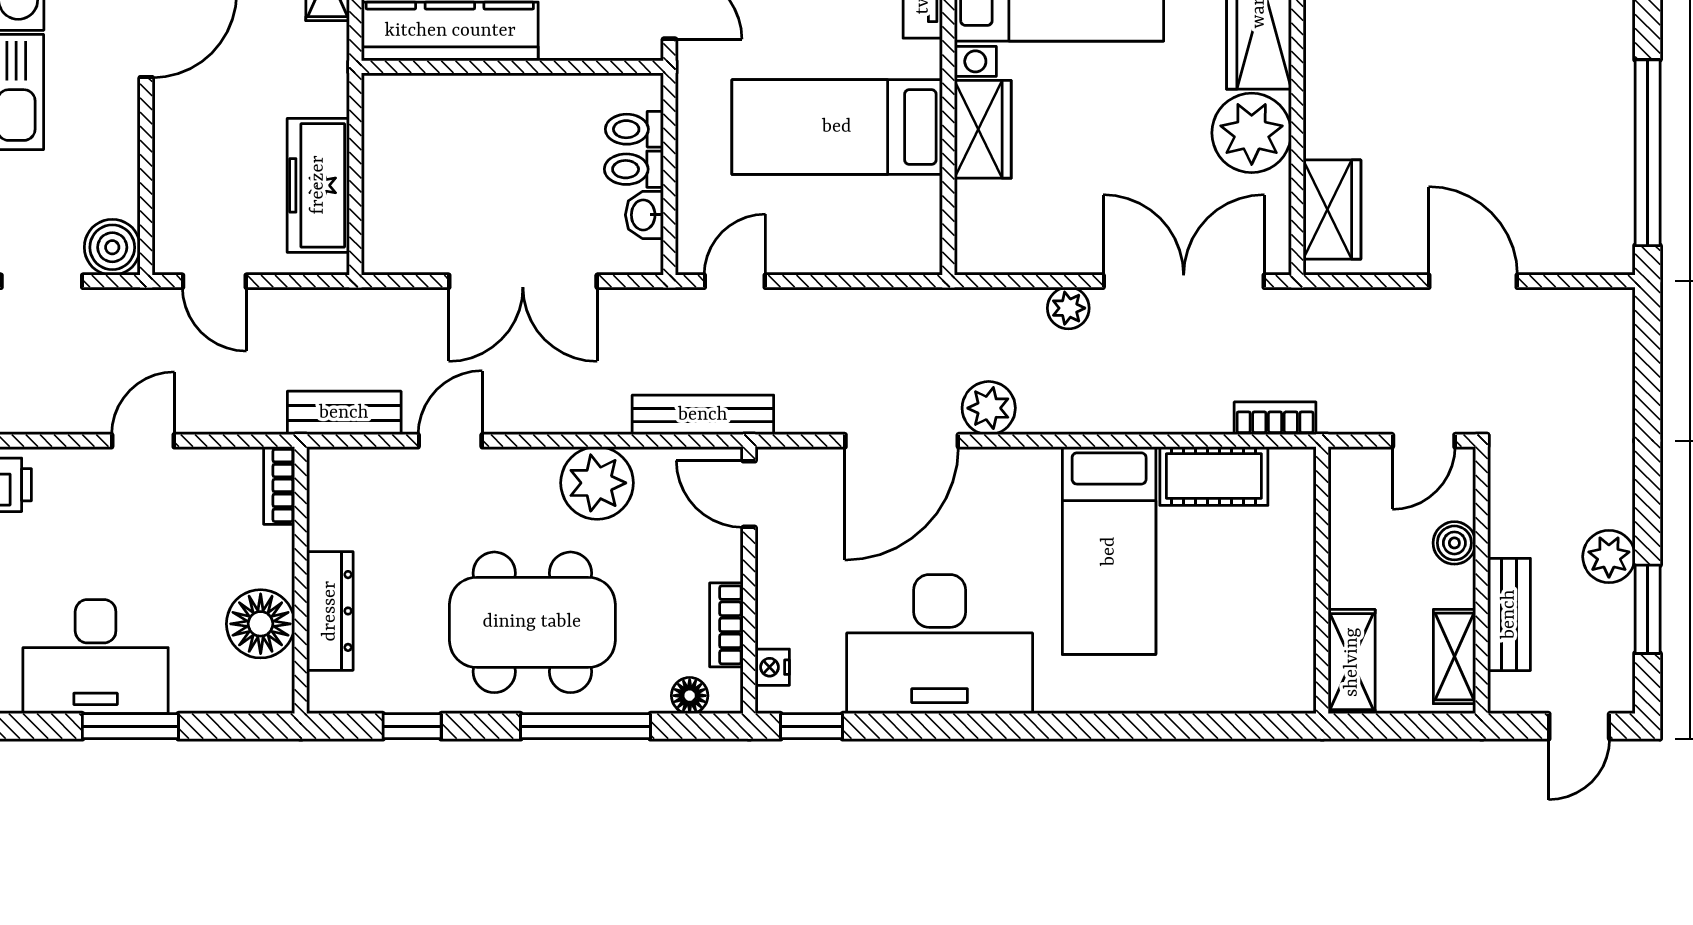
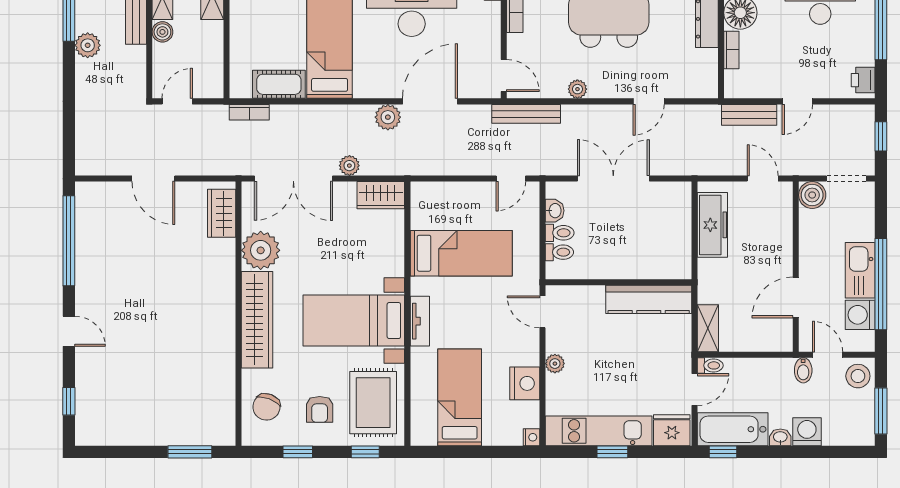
wardrobe: (983, 129) -> (381, 195), moved, turned -90
bench: (344, 413) -> (749, 115), moved
plant: (597, 483) -> (577, 89), width x0.53, depth x0.53
bookcase: (279, 485) -> (731, 50), moved
boiler: (1454, 543) -> (162, 32), moved

